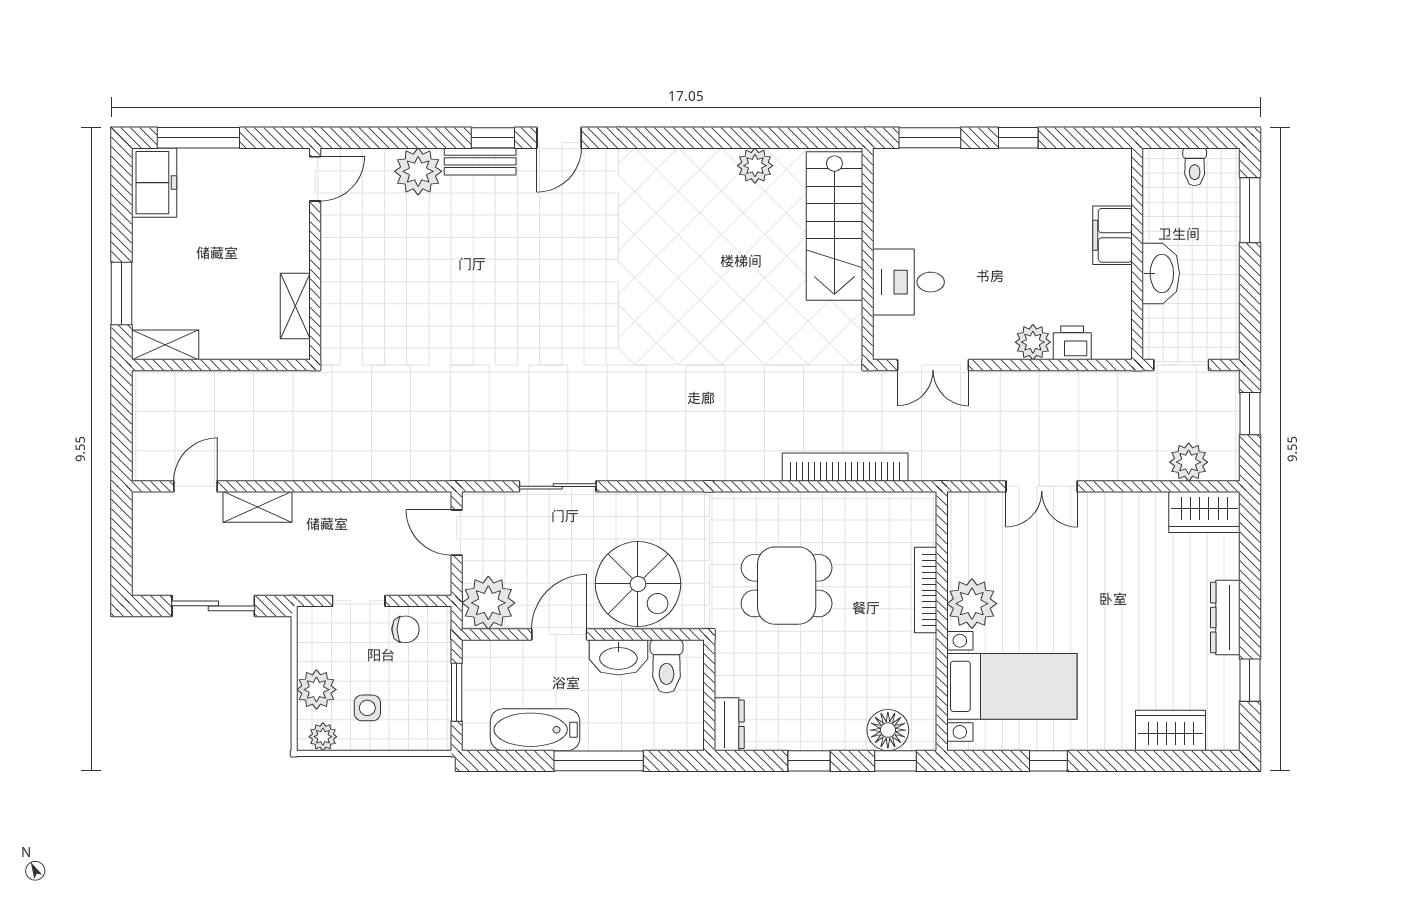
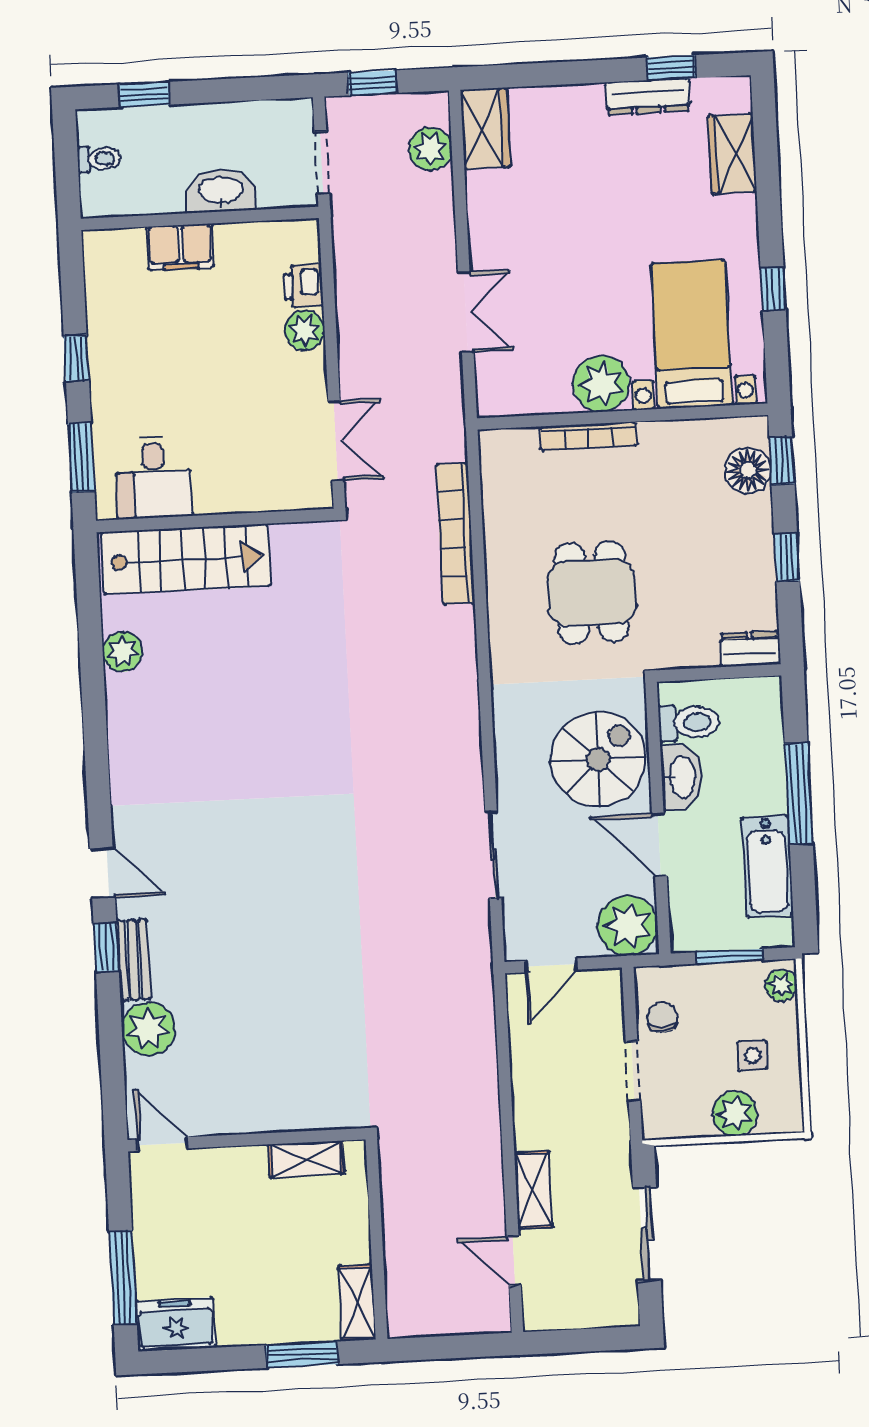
window: (1250, 210) -> (144, 94), width x0.67
desk: (908, 282) -> (154, 478), moved
dresser: (1225, 617) -> (648, 97), moved
plant: (323, 737) -> (781, 985), moved

